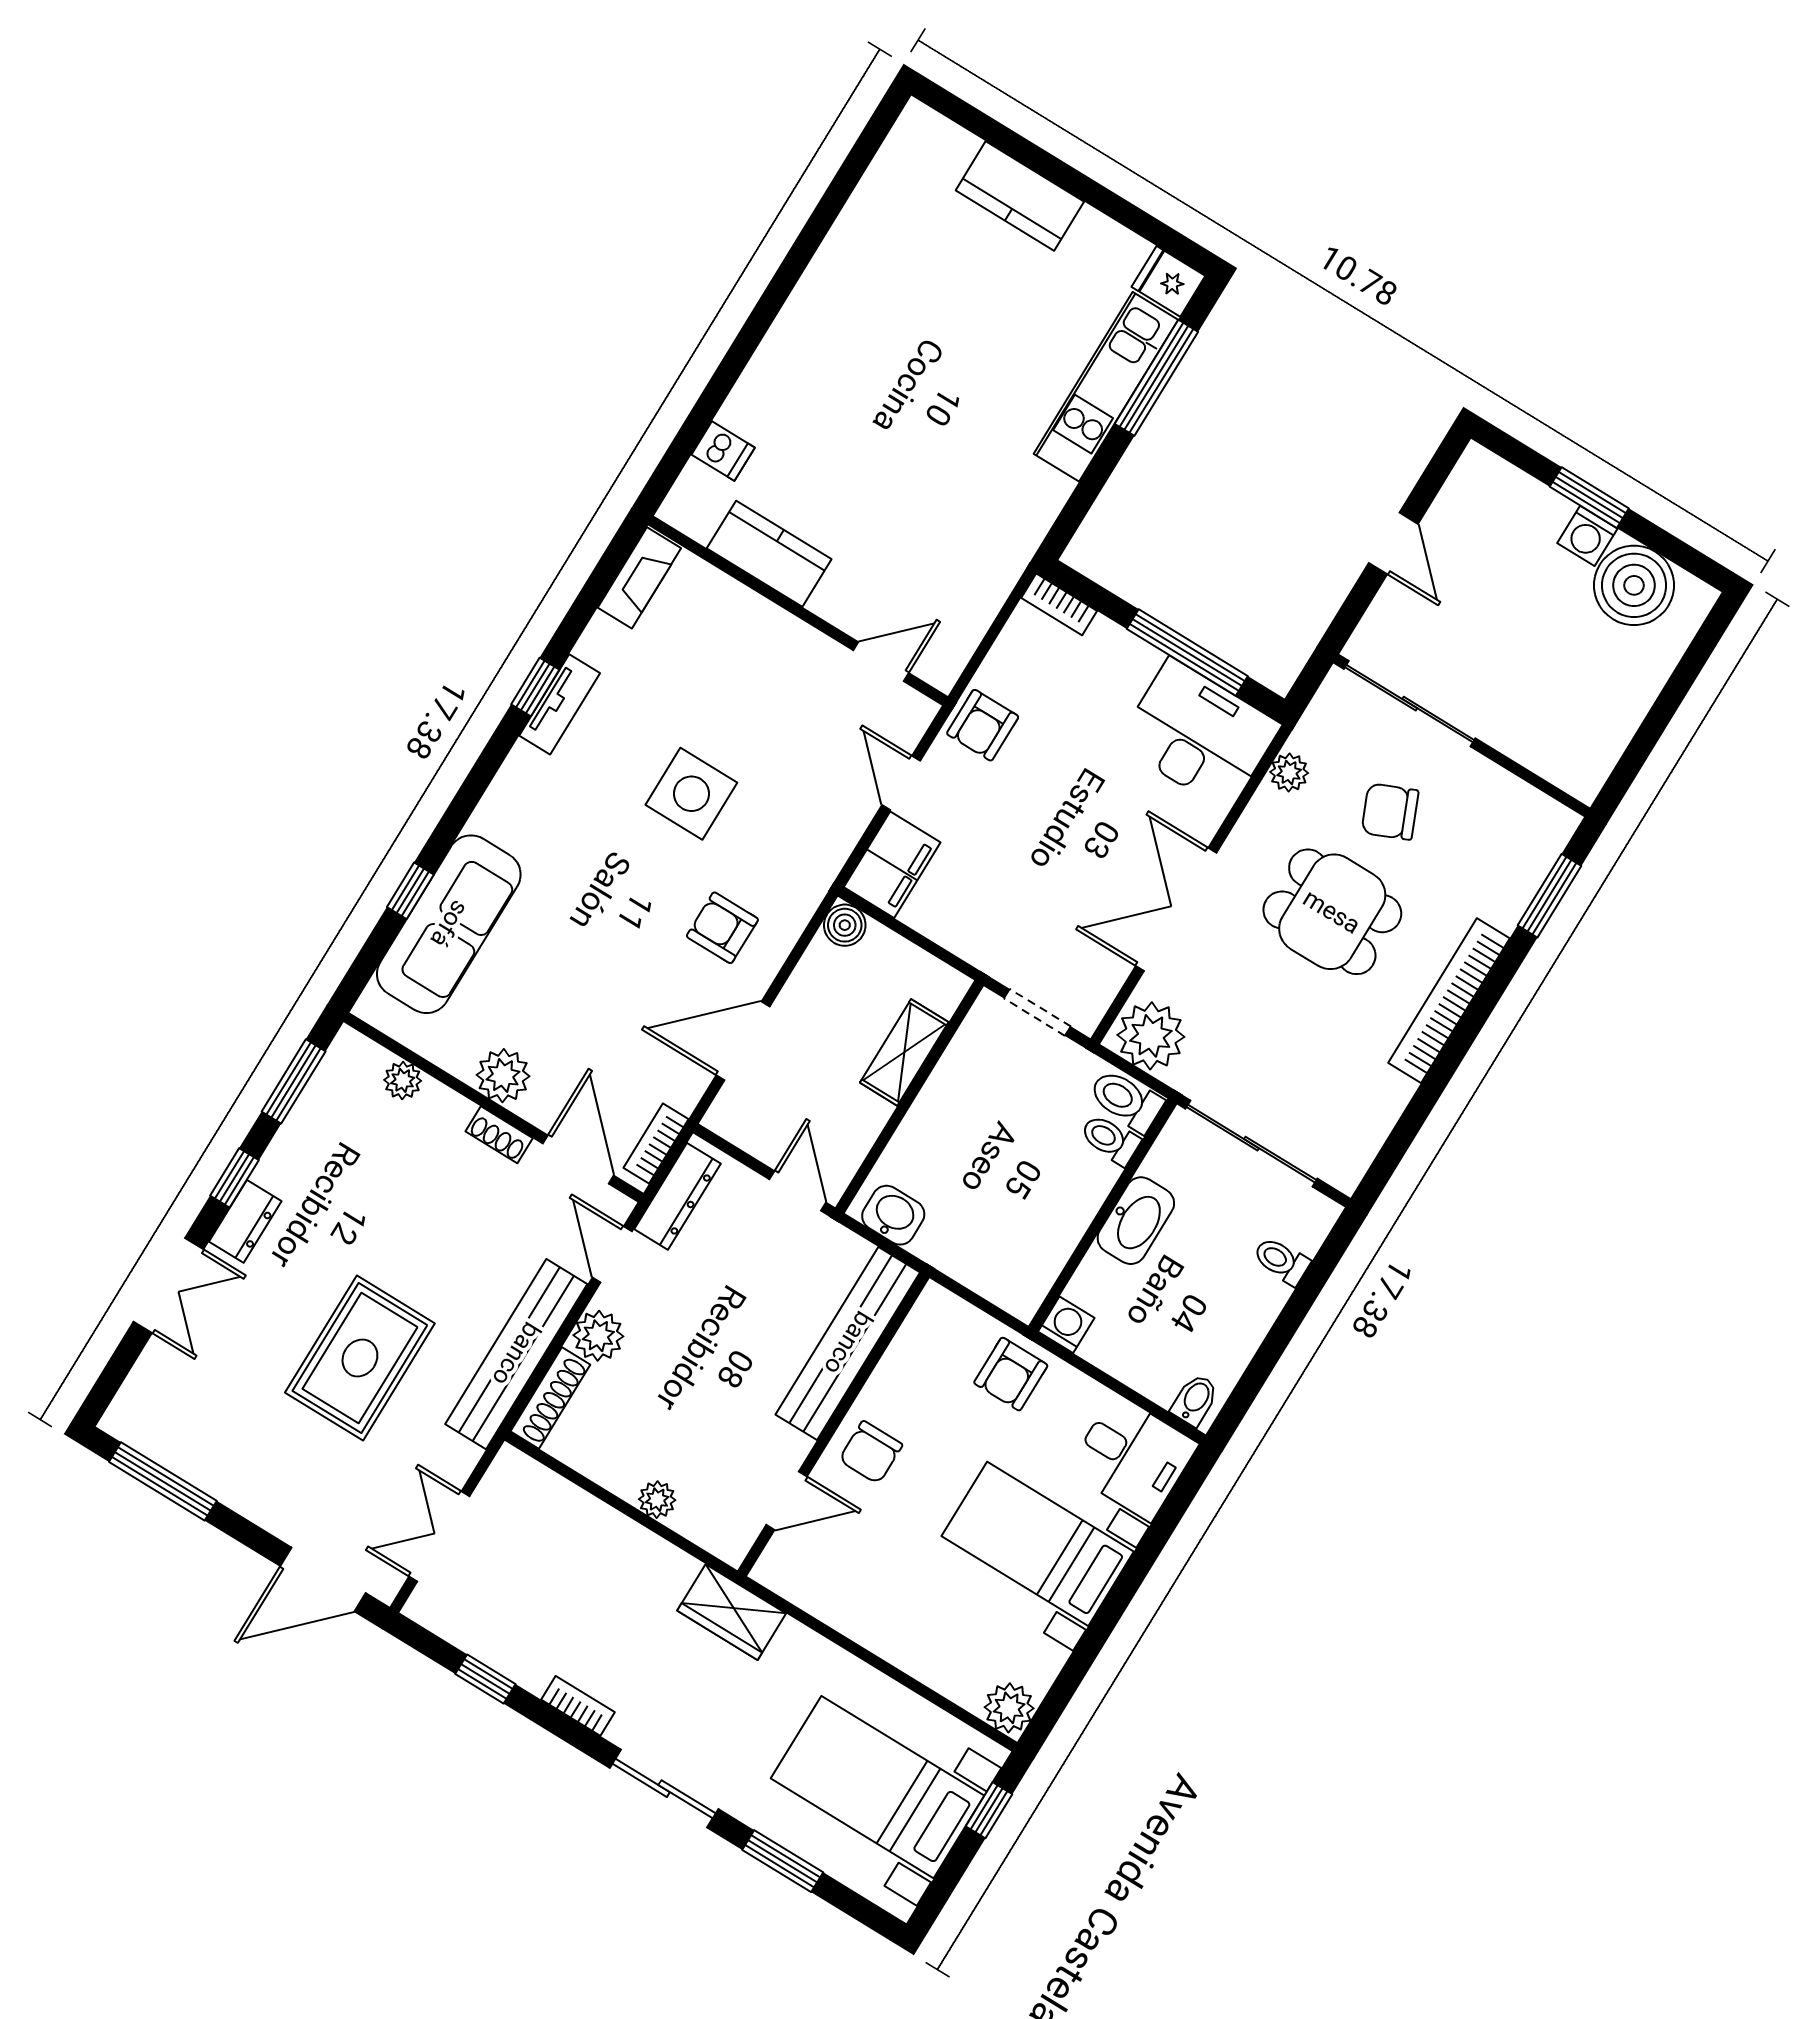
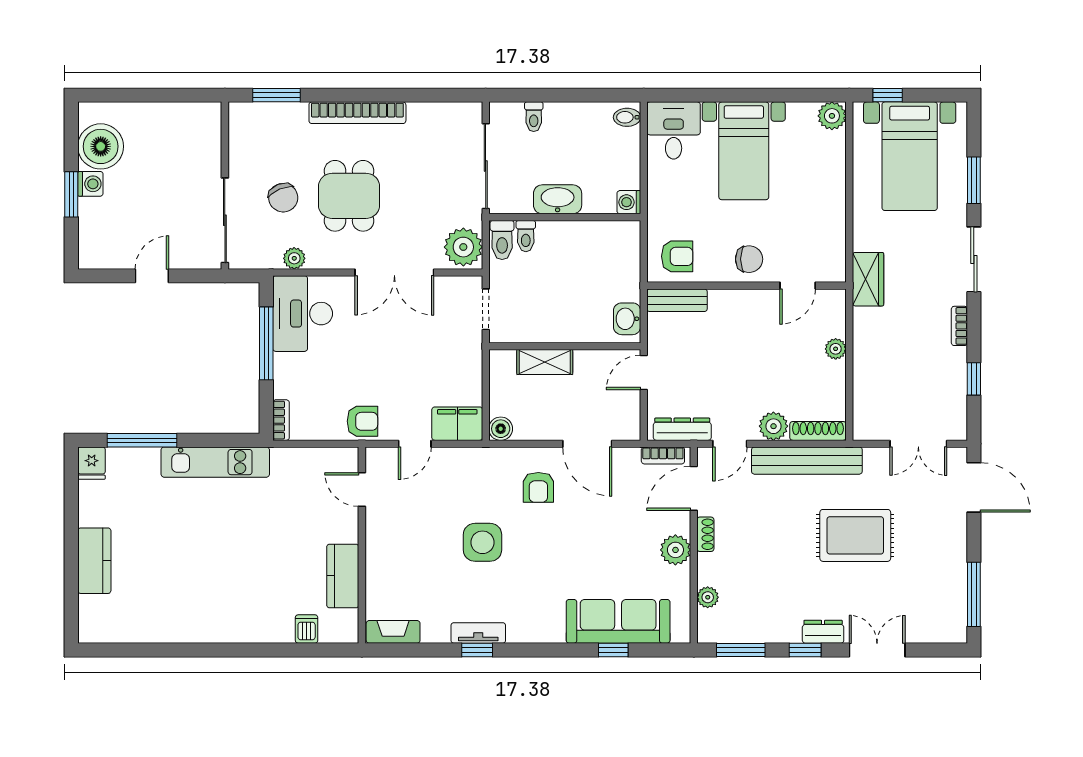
kitchen unit: (1106, 387) -> (215, 462), moved
bench: (848, 1343) -> (677, 300), width x0.54, depth x0.82
armchair: (1011, 1374) -> (677, 256), moved
door: (787, 1501) -> (798, 286), swing flipped

